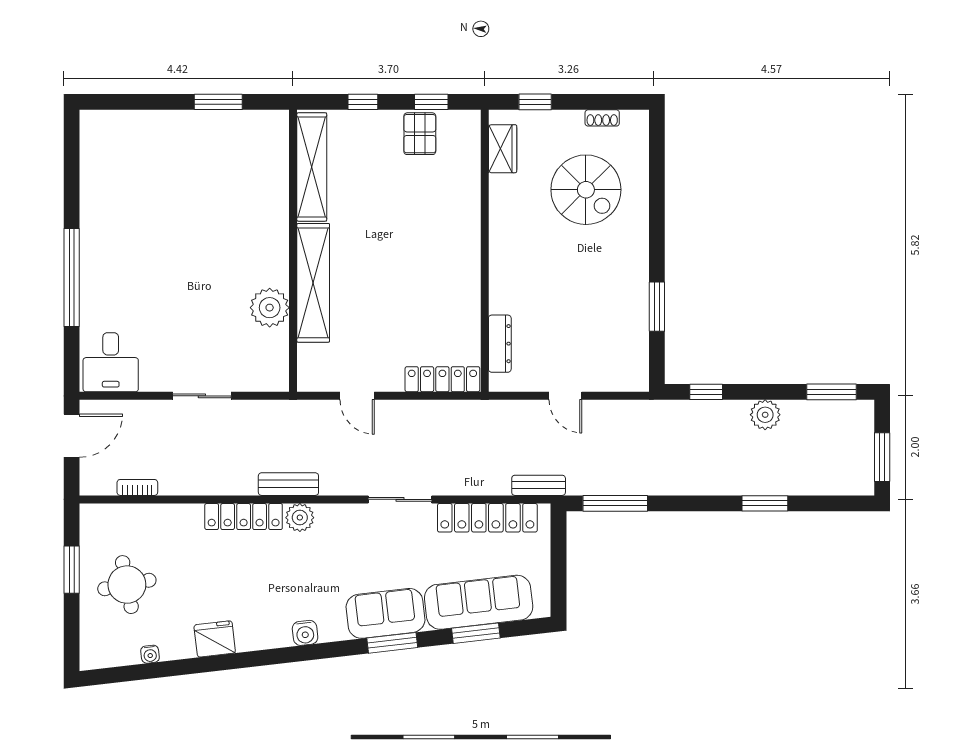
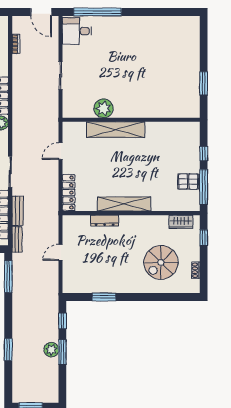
window: (431, 102) -> (204, 187), width x2.17
shelving: (312, 167) -> (124, 204), moved
window: (72, 277) -> (97, 12), moved
dresser: (500, 344) -> (105, 220), moved
window: (832, 392) -> (62, 352), moved
bench: (288, 484) -> (18, 211), moved

